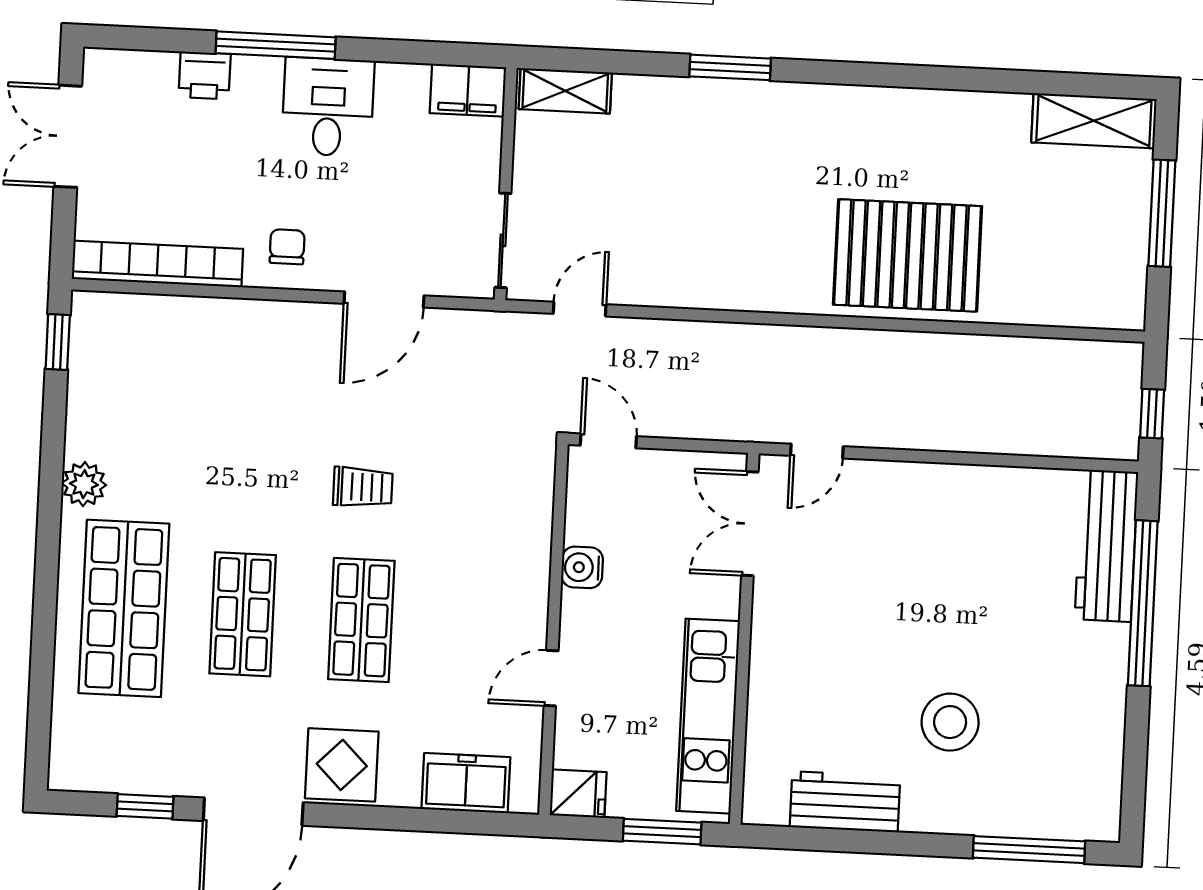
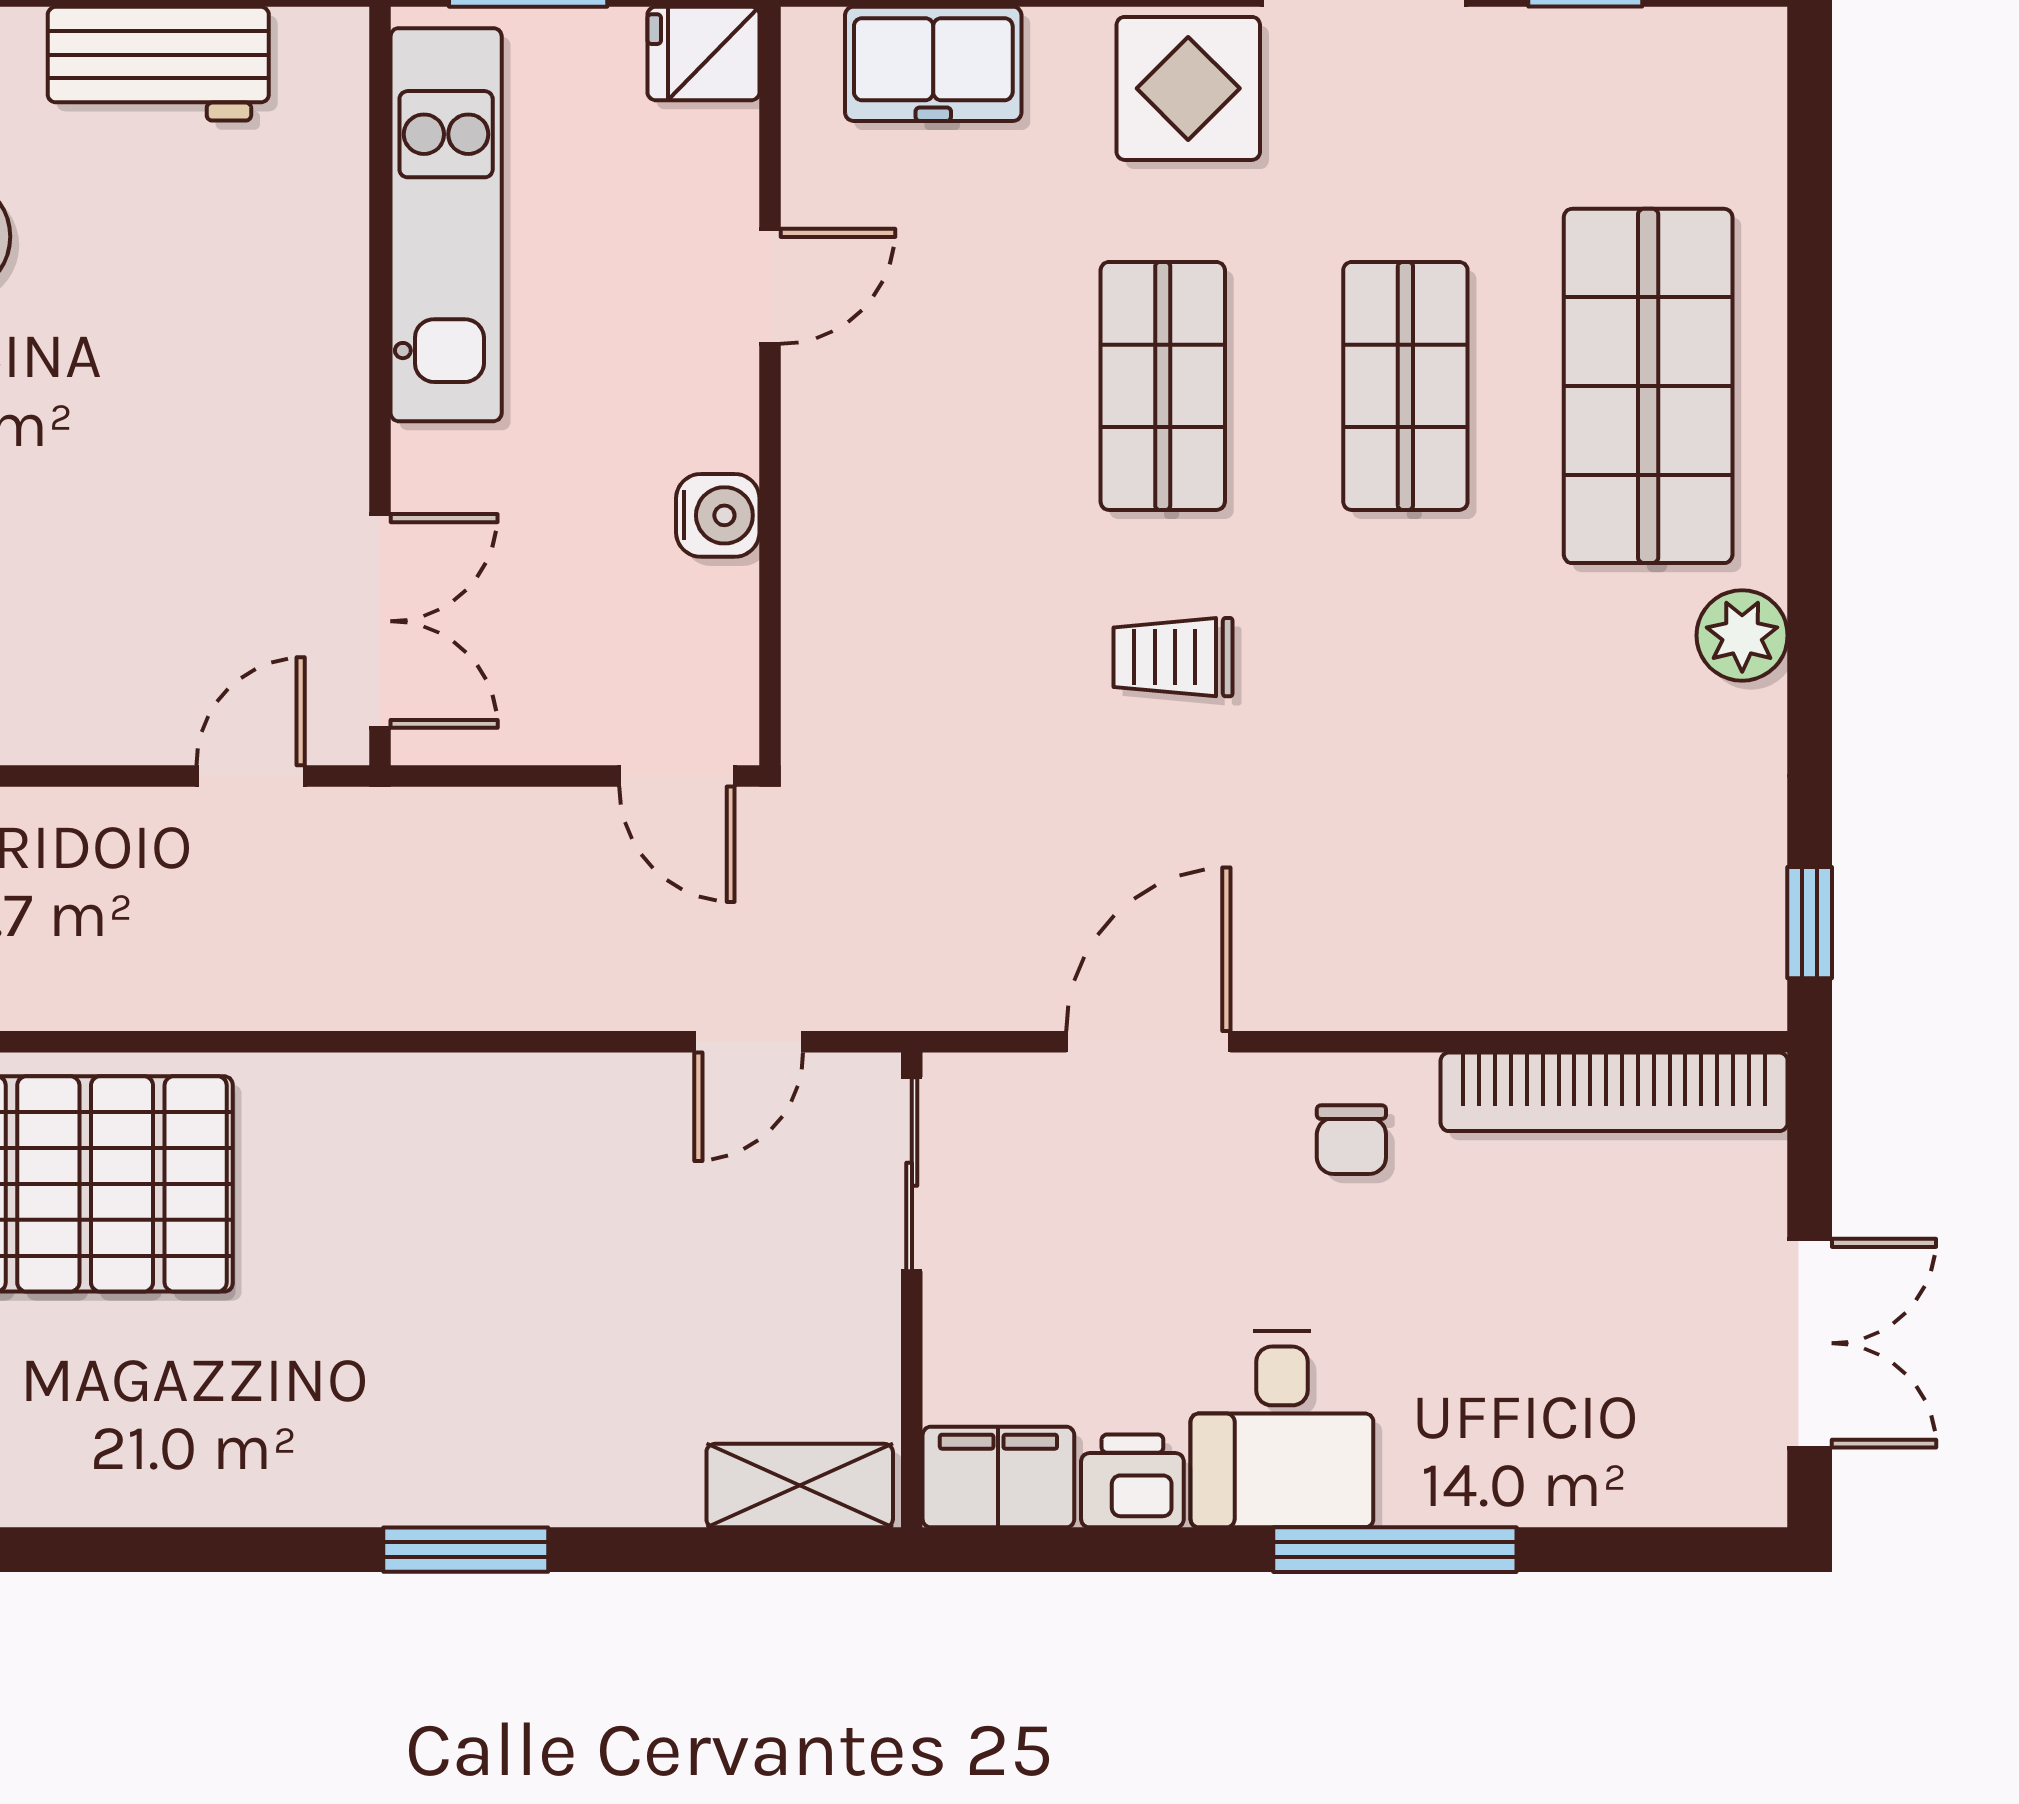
printer: (205, 75) -> (1132, 1481), moved

